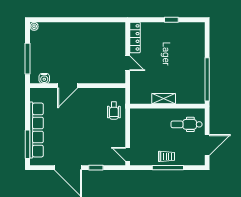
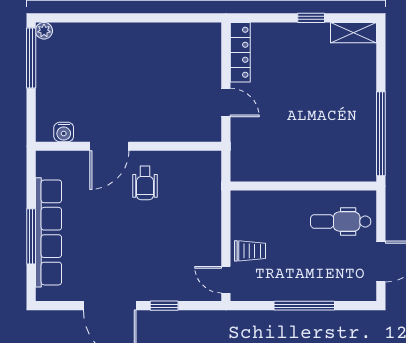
window: (28, 59) -> (31, 58), moved
shelving: (164, 99) -> (354, 33), moved
wheelchair: (114, 111) -> (145, 183), moved
window: (28, 144) -> (31, 236), moved
trolley: (167, 156) -> (250, 251), moved

